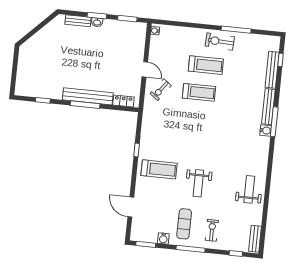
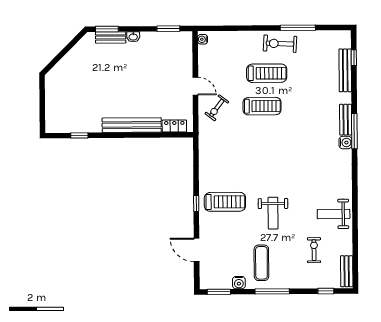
window: (97, 16) -> (107, 29), moved
window: (85, 105) -> (130, 135), removed
bench: (268, 107) -> (346, 120), width x0.73
window: (137, 150) -> (196, 203), moved
weight bench: (249, 189) -> (334, 214), turned -90
exercise bike: (212, 230) -> (314, 250), moved

